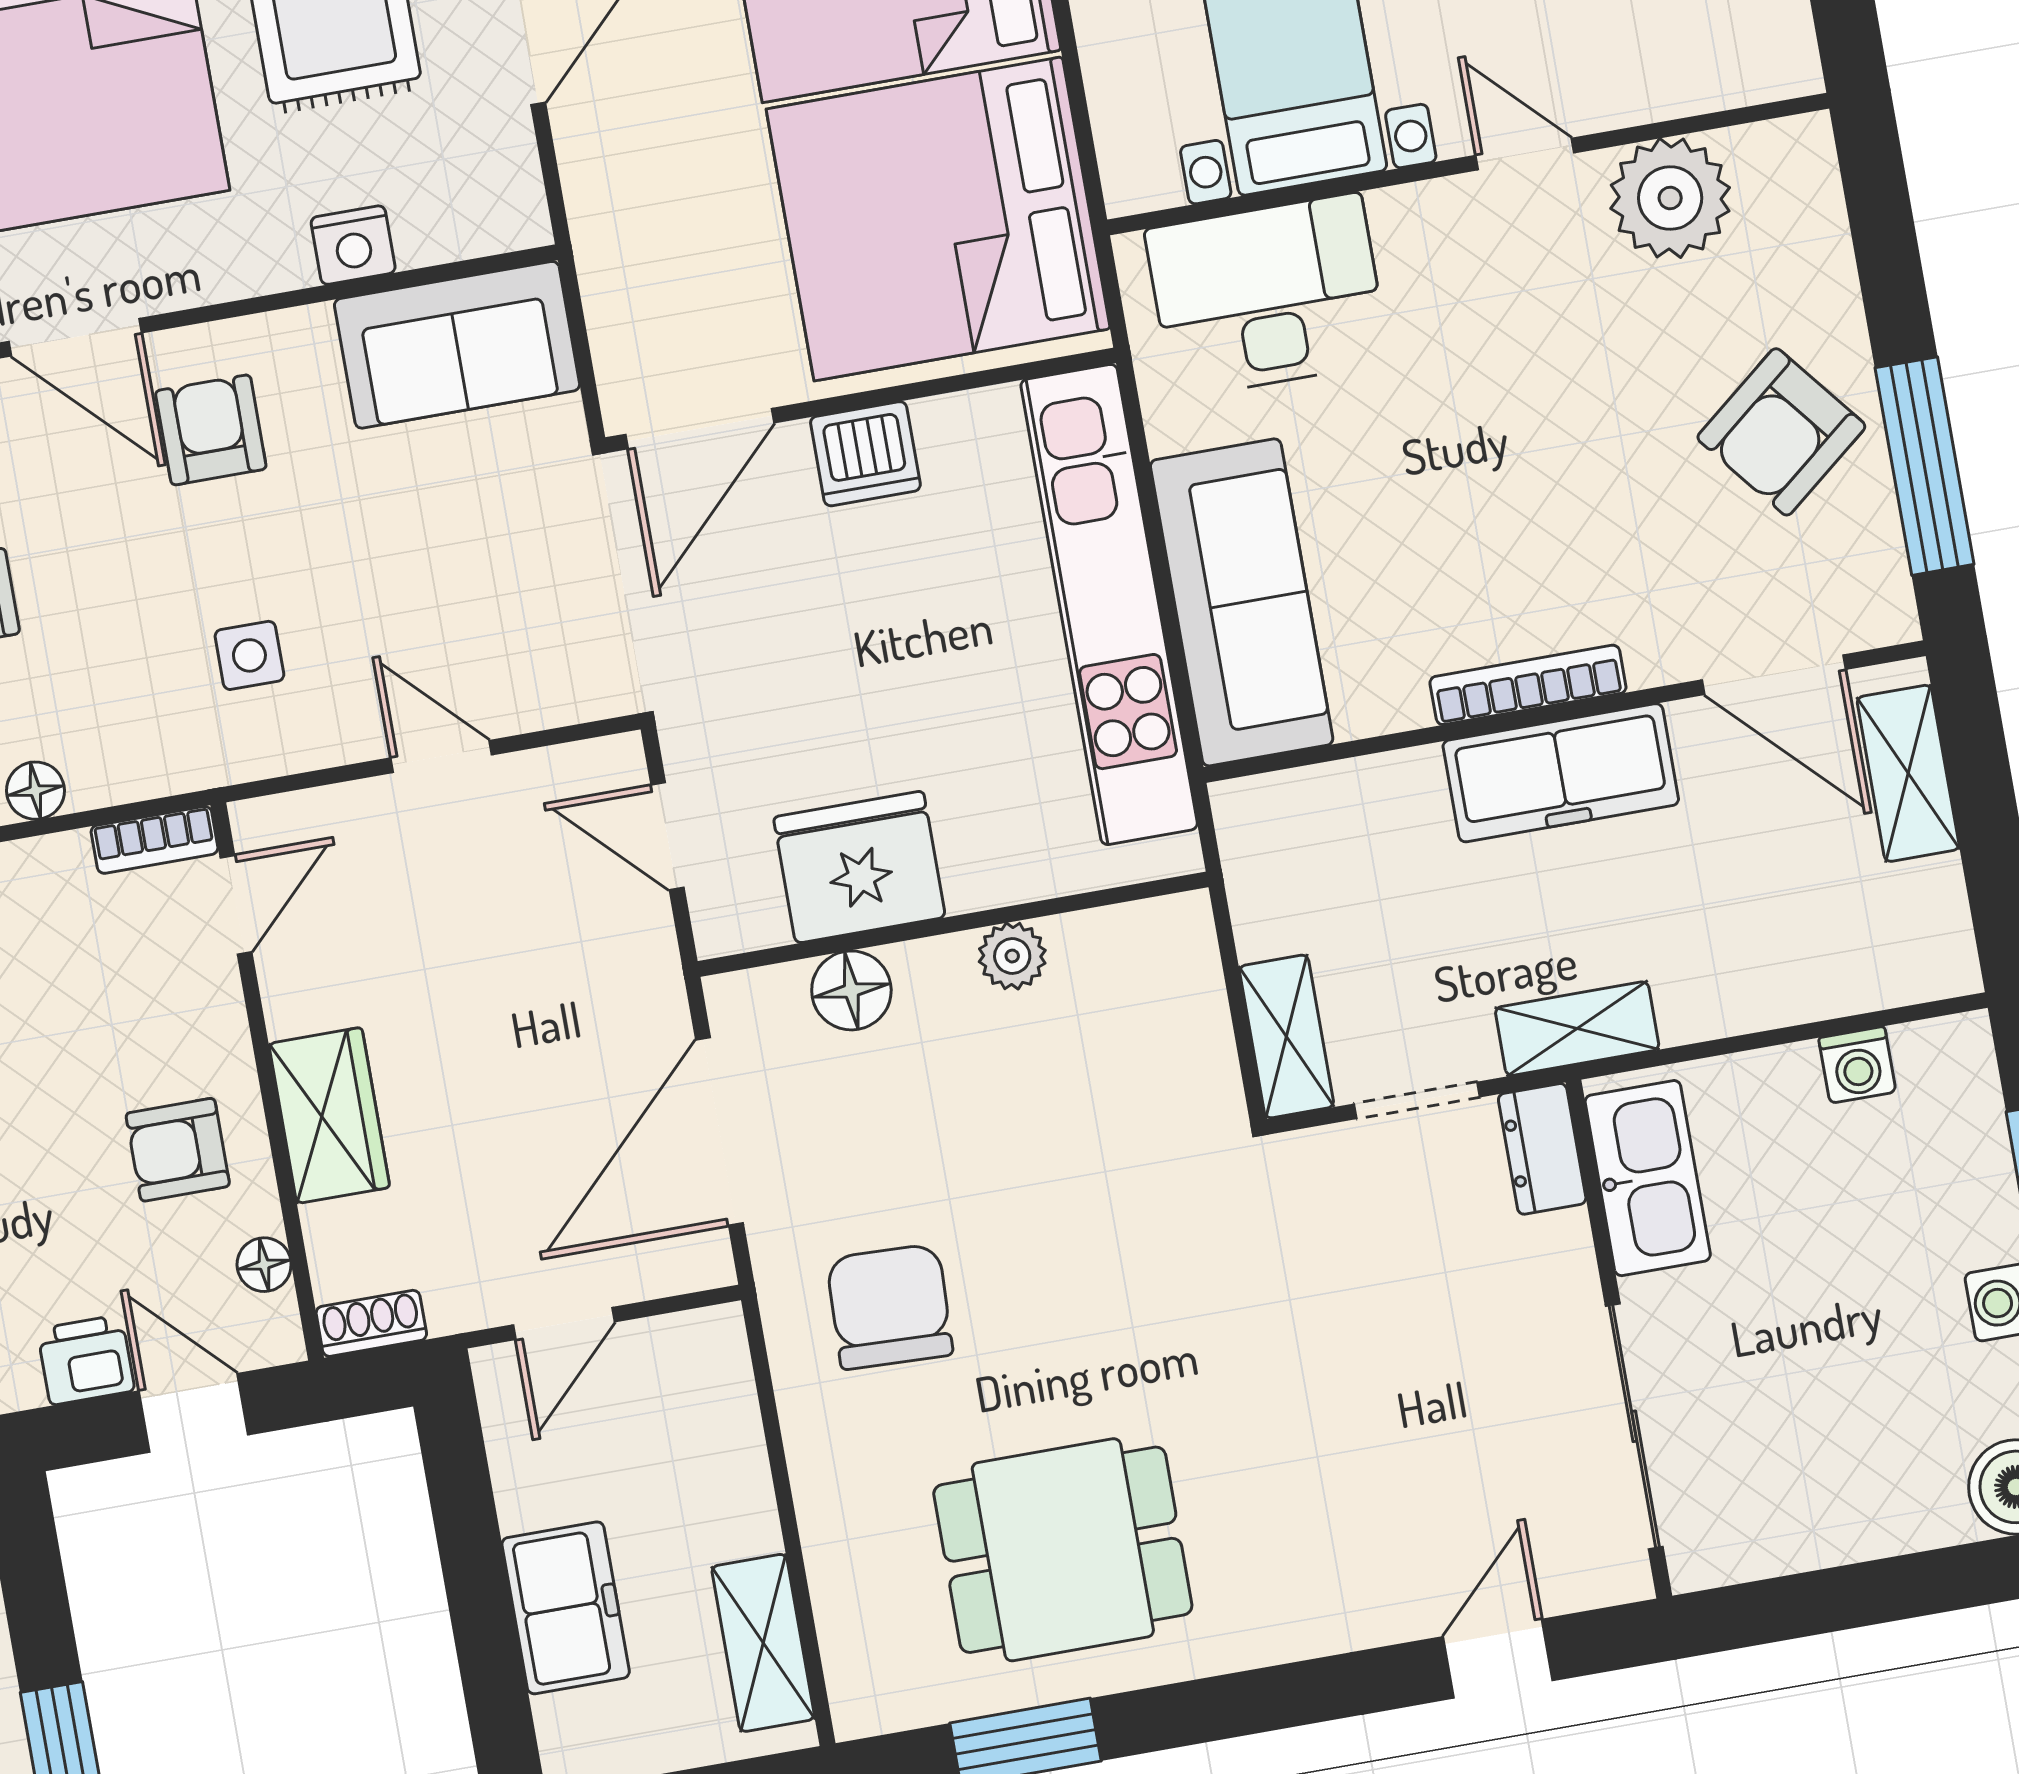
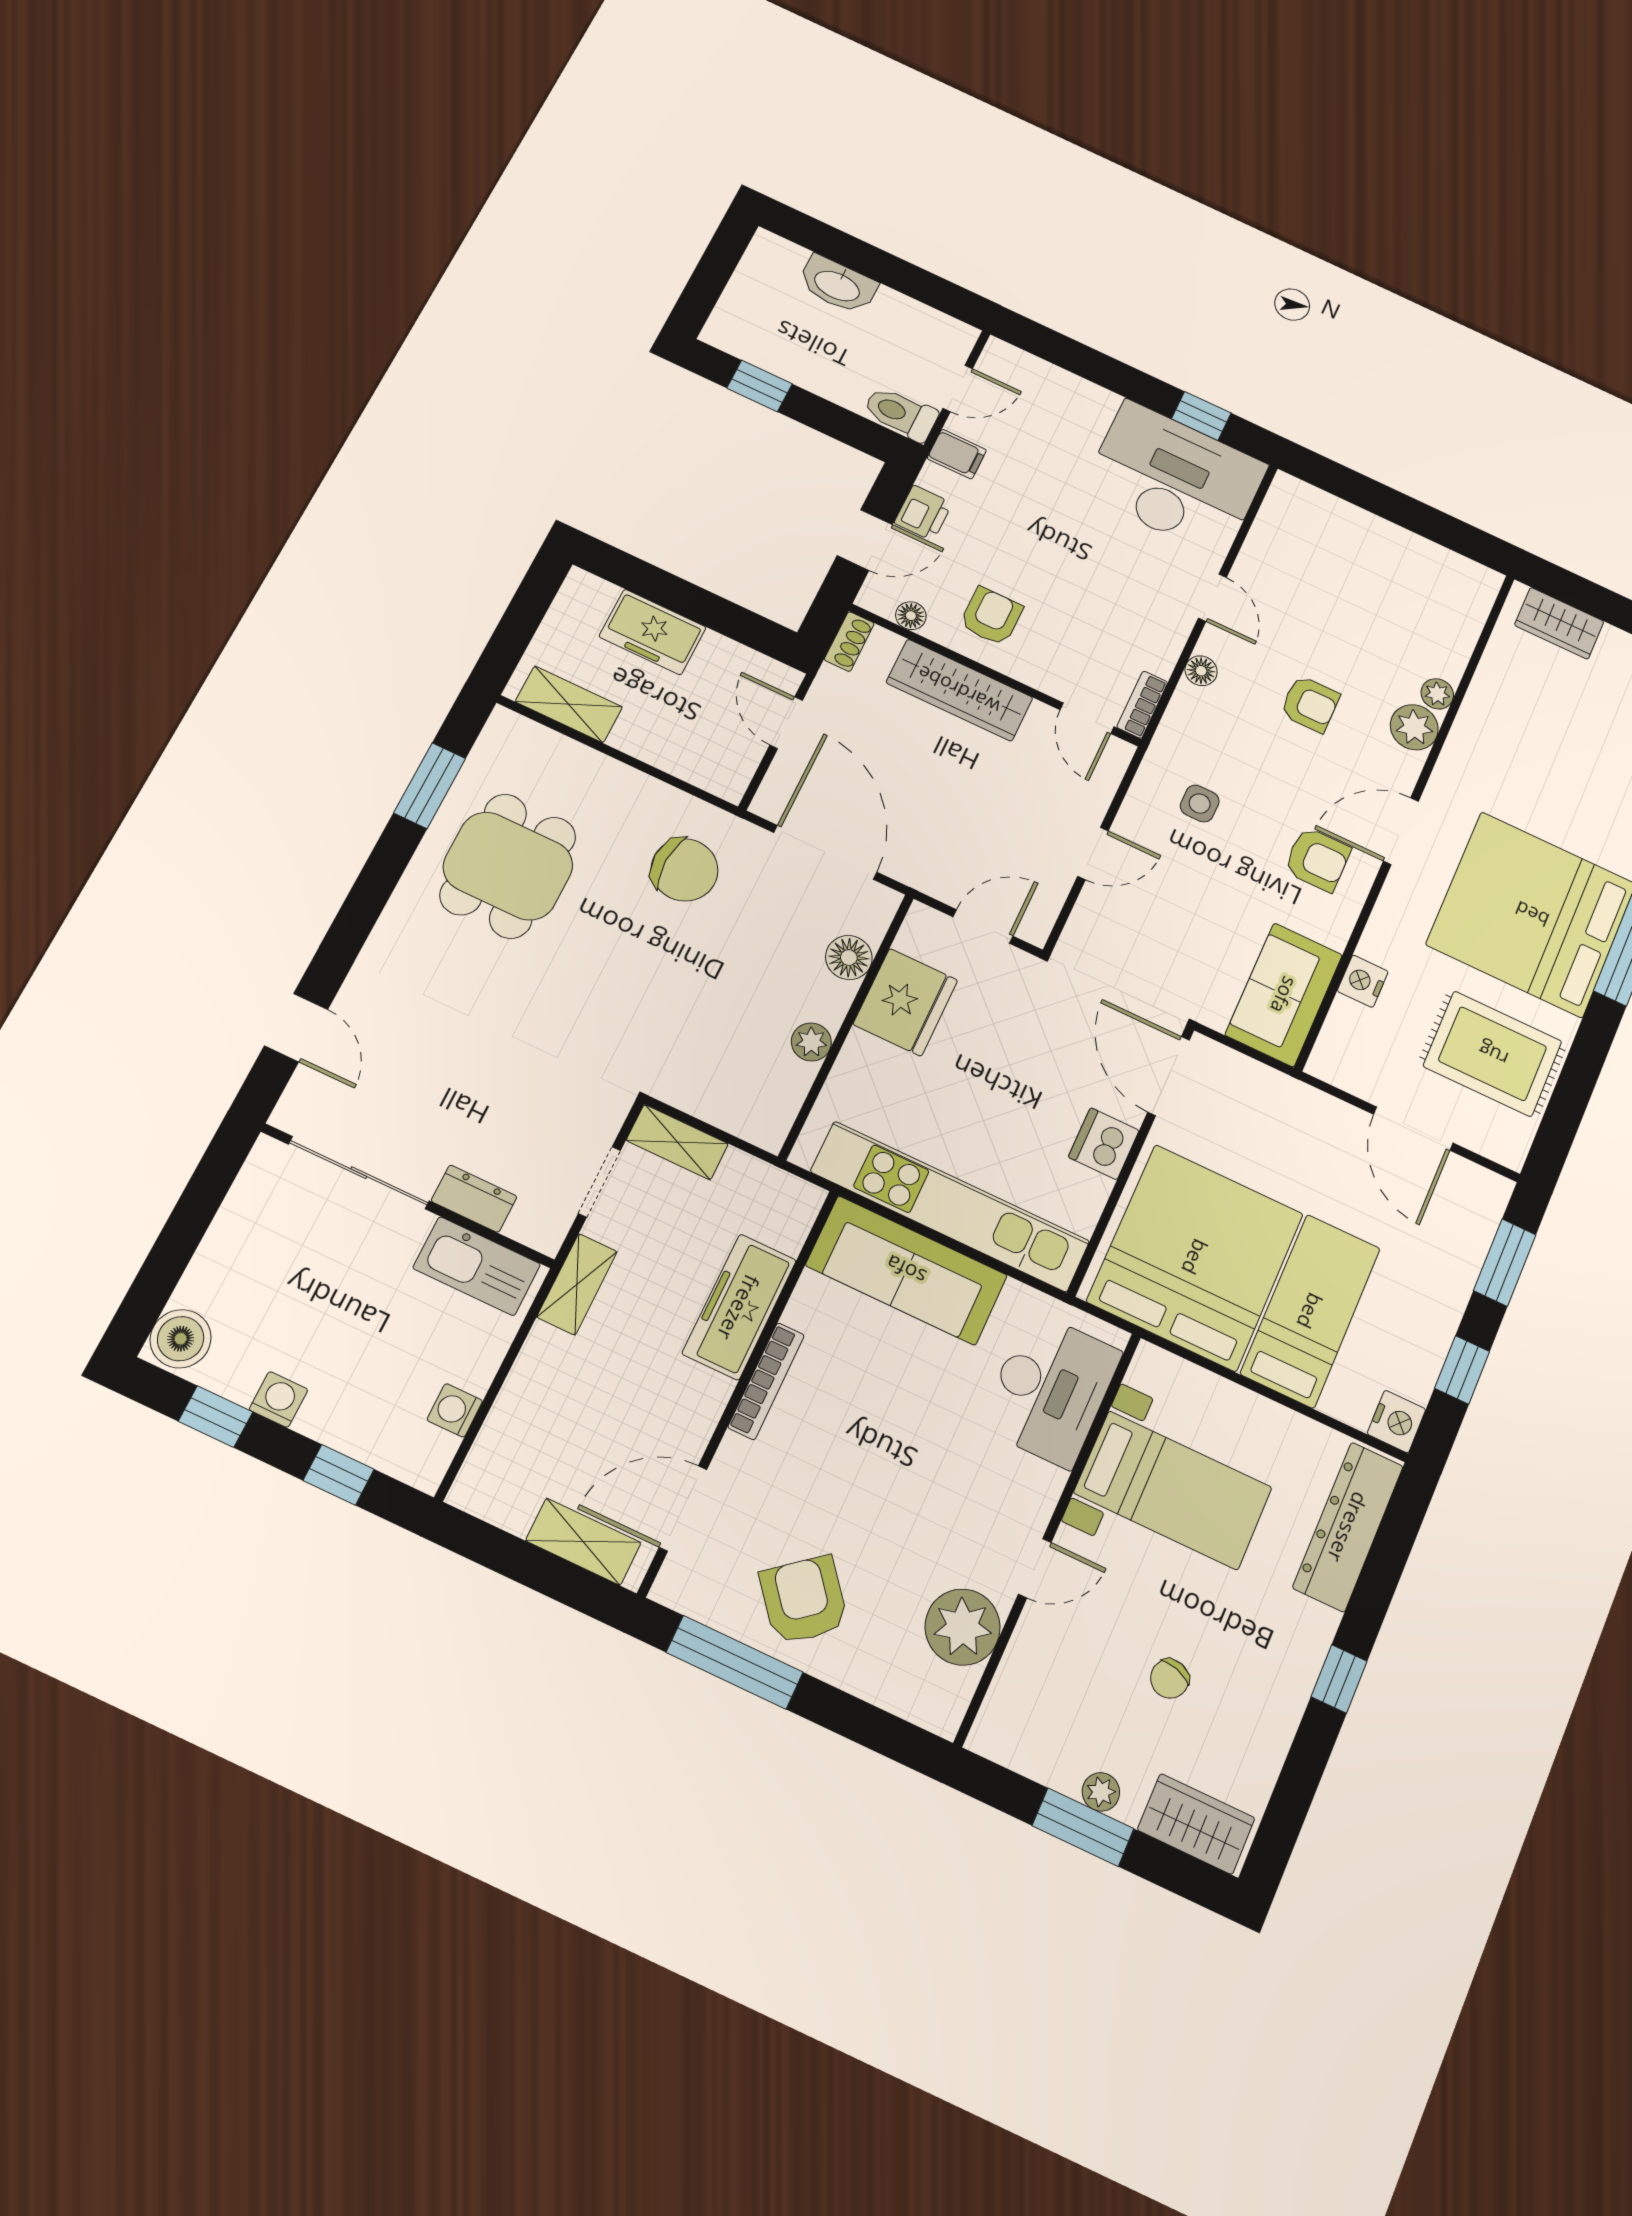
freezer: (1561, 773) -> (739, 1307), moved
wardrobe: (329, 1115) -> (959, 690), width x1.50
dresser: (1542, 1149) -> (474, 1199), moved

